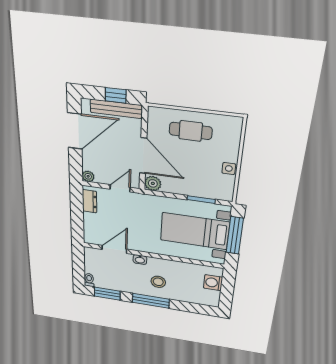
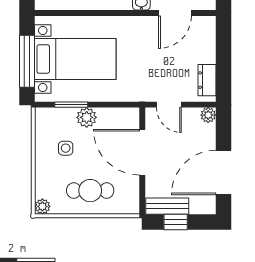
bench: (116, 109) -> (167, 206), width x0.73
plant: (236, 123) -> (42, 206), added
side table: (229, 168) -> (66, 148), moved
plant: (153, 183) -> (87, 117), moved
door: (120, 188) -> (169, 105), hinge flipped

